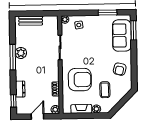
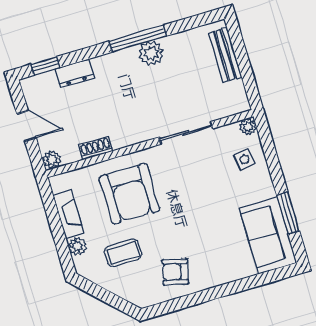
window: (133, 30) -> (265, 278), removed
sofa: (122, 35) -> (268, 235), moved, turned -90

